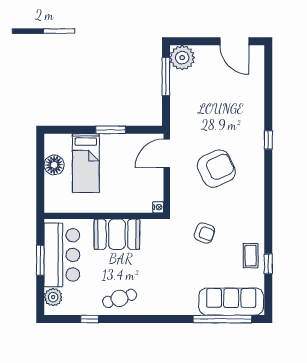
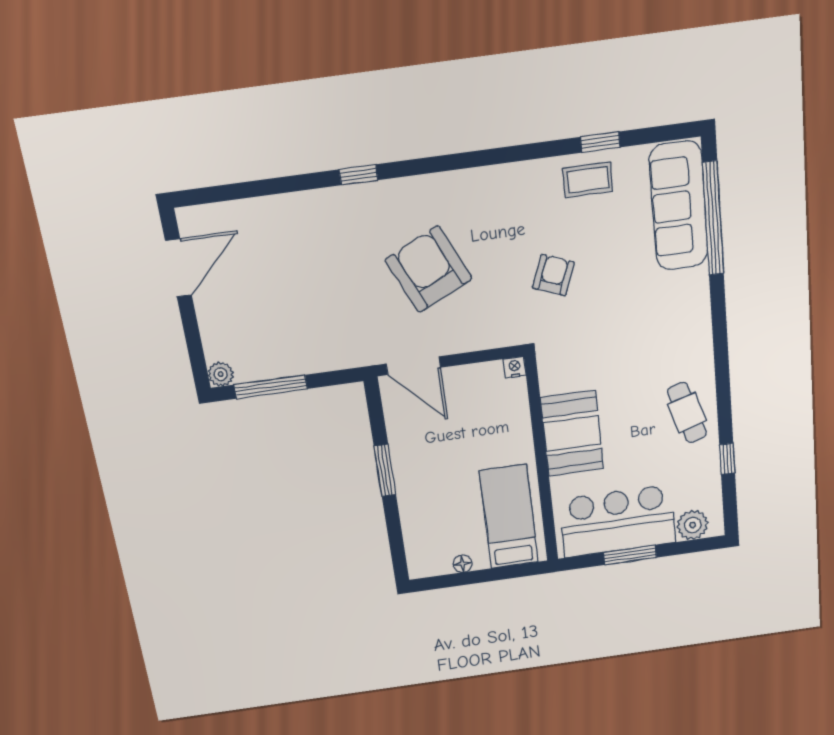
plant: (182, 58) -> (221, 374), width x0.53, depth x0.53
bed: (86, 163) -> (509, 517), moved, turned -90
floor lamp: (54, 165) -> (463, 564), width x0.53, depth x0.53

